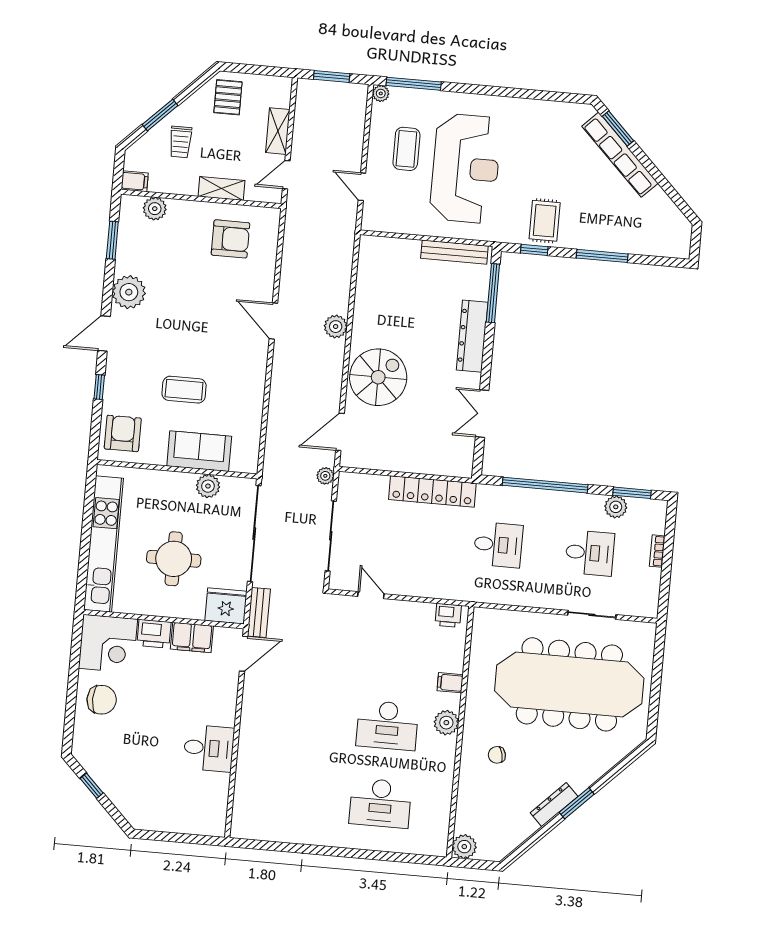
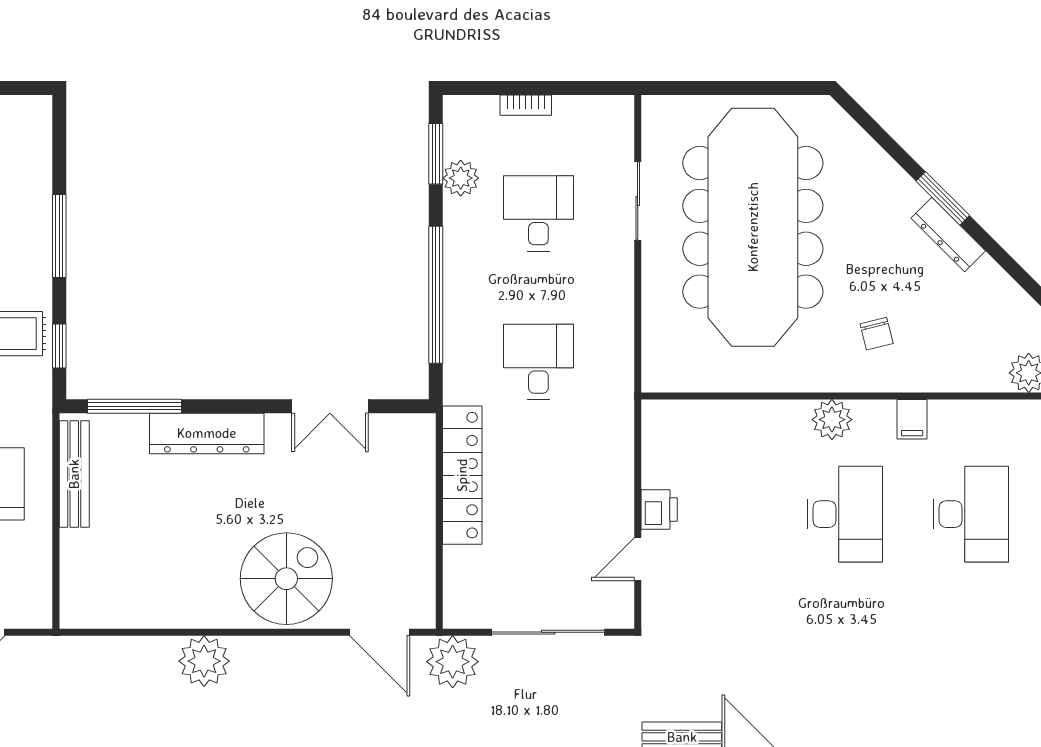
plant: (336, 327) -> (204, 661), width x1.36, depth x1.36
spiral stairs: (378, 377) -> (286, 579), turned 90
plant: (325, 476) -> (453, 662), width x1.87, depth x1.87
printer: (448, 615) -> (659, 509), moved
filing cabinet: (450, 683) -> (912, 419), moved

